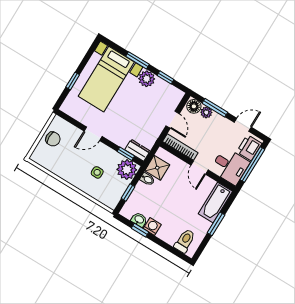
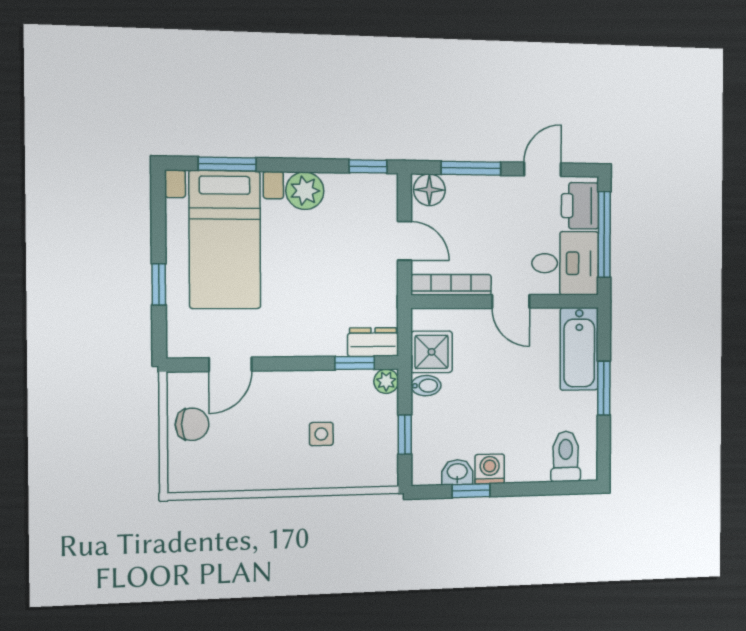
window: (137, 60) -> (227, 164), moved
window: (165, 77) -> (368, 166), moved
plant: (206, 112) -> (460, 187), removed
door: (93, 134) -> (230, 364), moved
plant: (127, 170) -> (386, 381), width x0.53, depth x0.53

